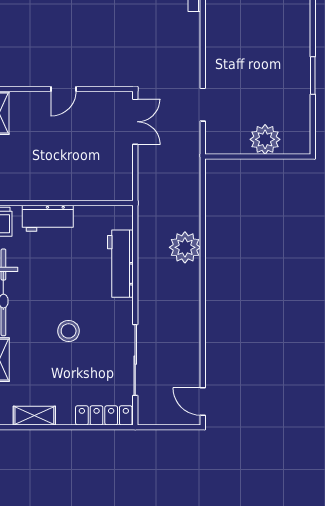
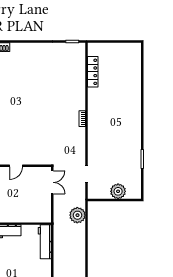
plant: (185, 247) -> (77, 215), moved
workbench: (120, 264) -> (45, 242), moved

